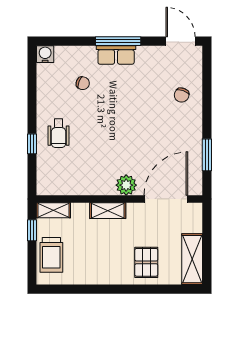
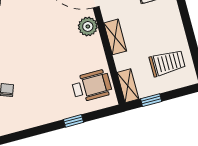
wheelchair: (59, 133) -> (92, 86), moved, width x1.36, depth x1.37
trolley: (51, 255) -> (167, 63), moved

